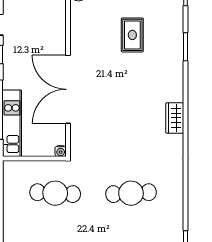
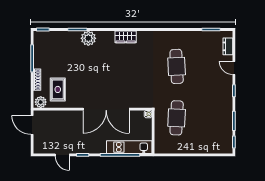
rug: (132, 35) -> (58, 89), moved, turned 90
plant: (173, 63) -> (88, 38), added

